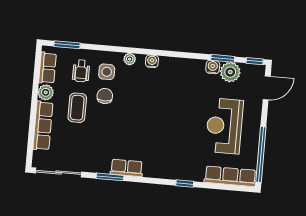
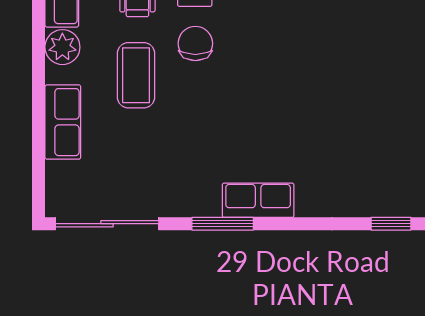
row of seats: (43, 126) -> (63, 122), width x0.68

